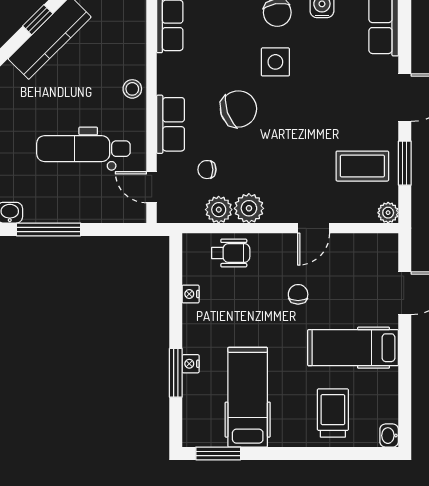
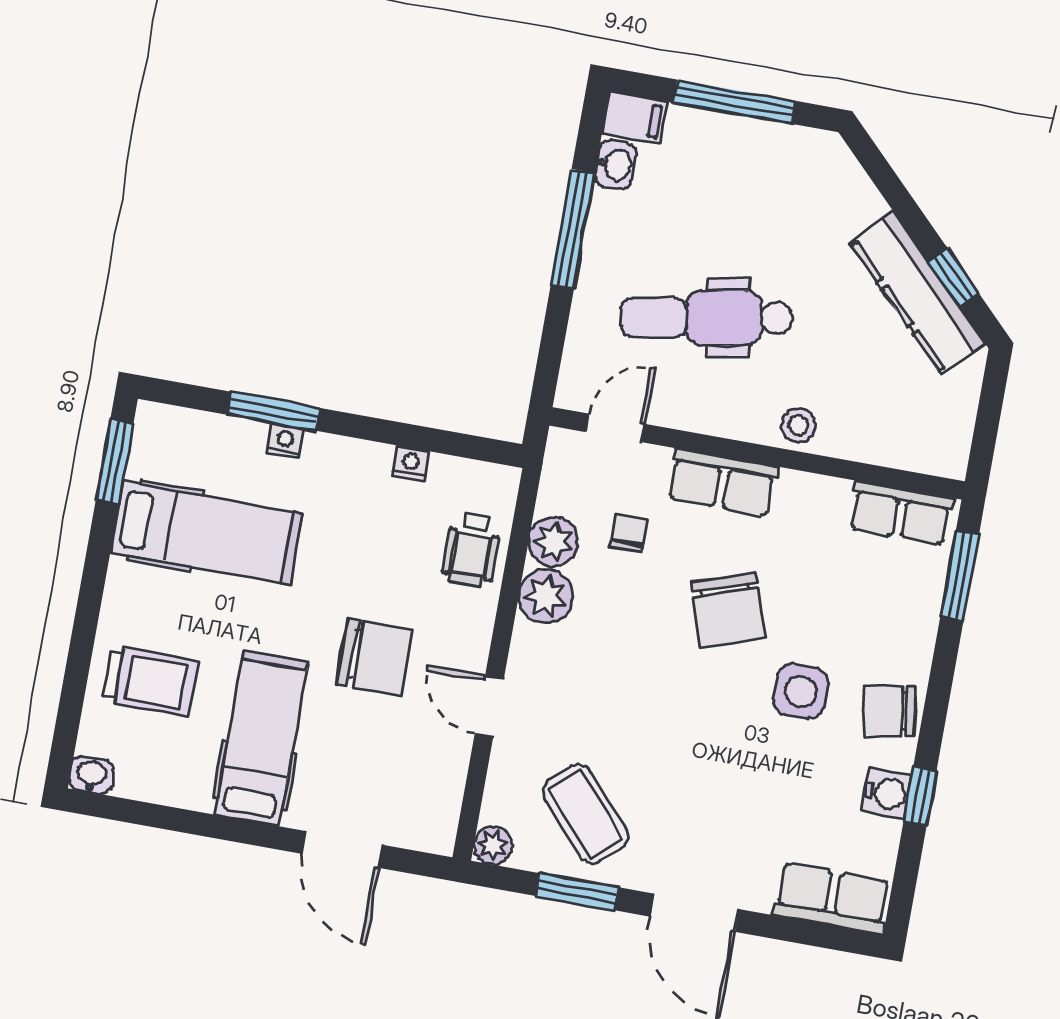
dental chair: (83, 149) -> (707, 318), turned -100
coffee table: (362, 166) -> (585, 814), turned -42
chair: (298, 294) -> (375, 657), width x1.87, depth x1.87

